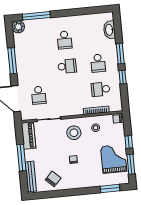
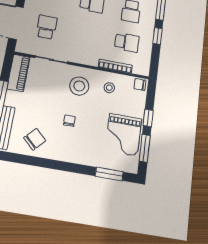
school desk: (101, 89) -> (127, 42), turned 180
school desk: (39, 95) -> (47, 27), turned 180
grand piano: (114, 159) -> (123, 135), turned 180

